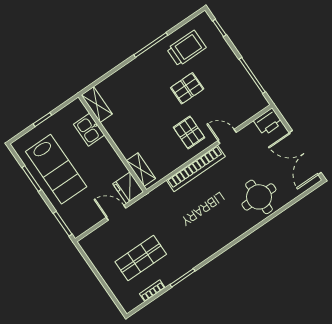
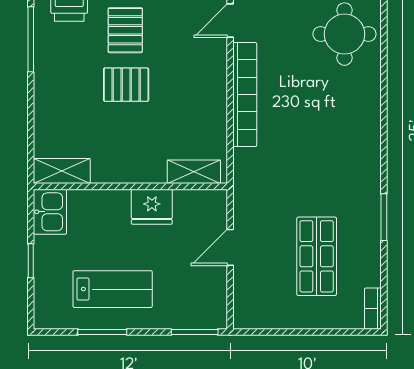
kitchen sink: (89, 130) -> (50, 212), moved, turned -90
pallet: (189, 133) -> (126, 85), moved
lab bench: (56, 169) -> (113, 289), width x0.73, depth x0.72
fridge: (128, 188) -> (152, 207), moved
bookcase: (152, 291) -> (373, 309), moved

